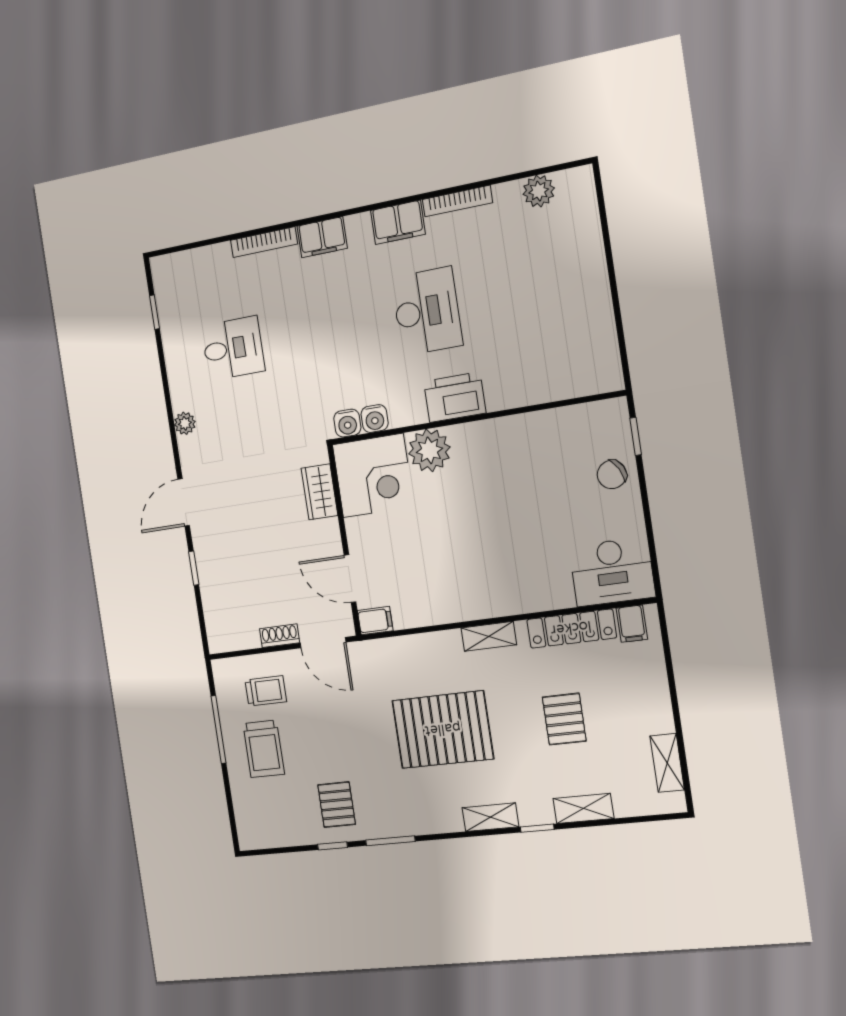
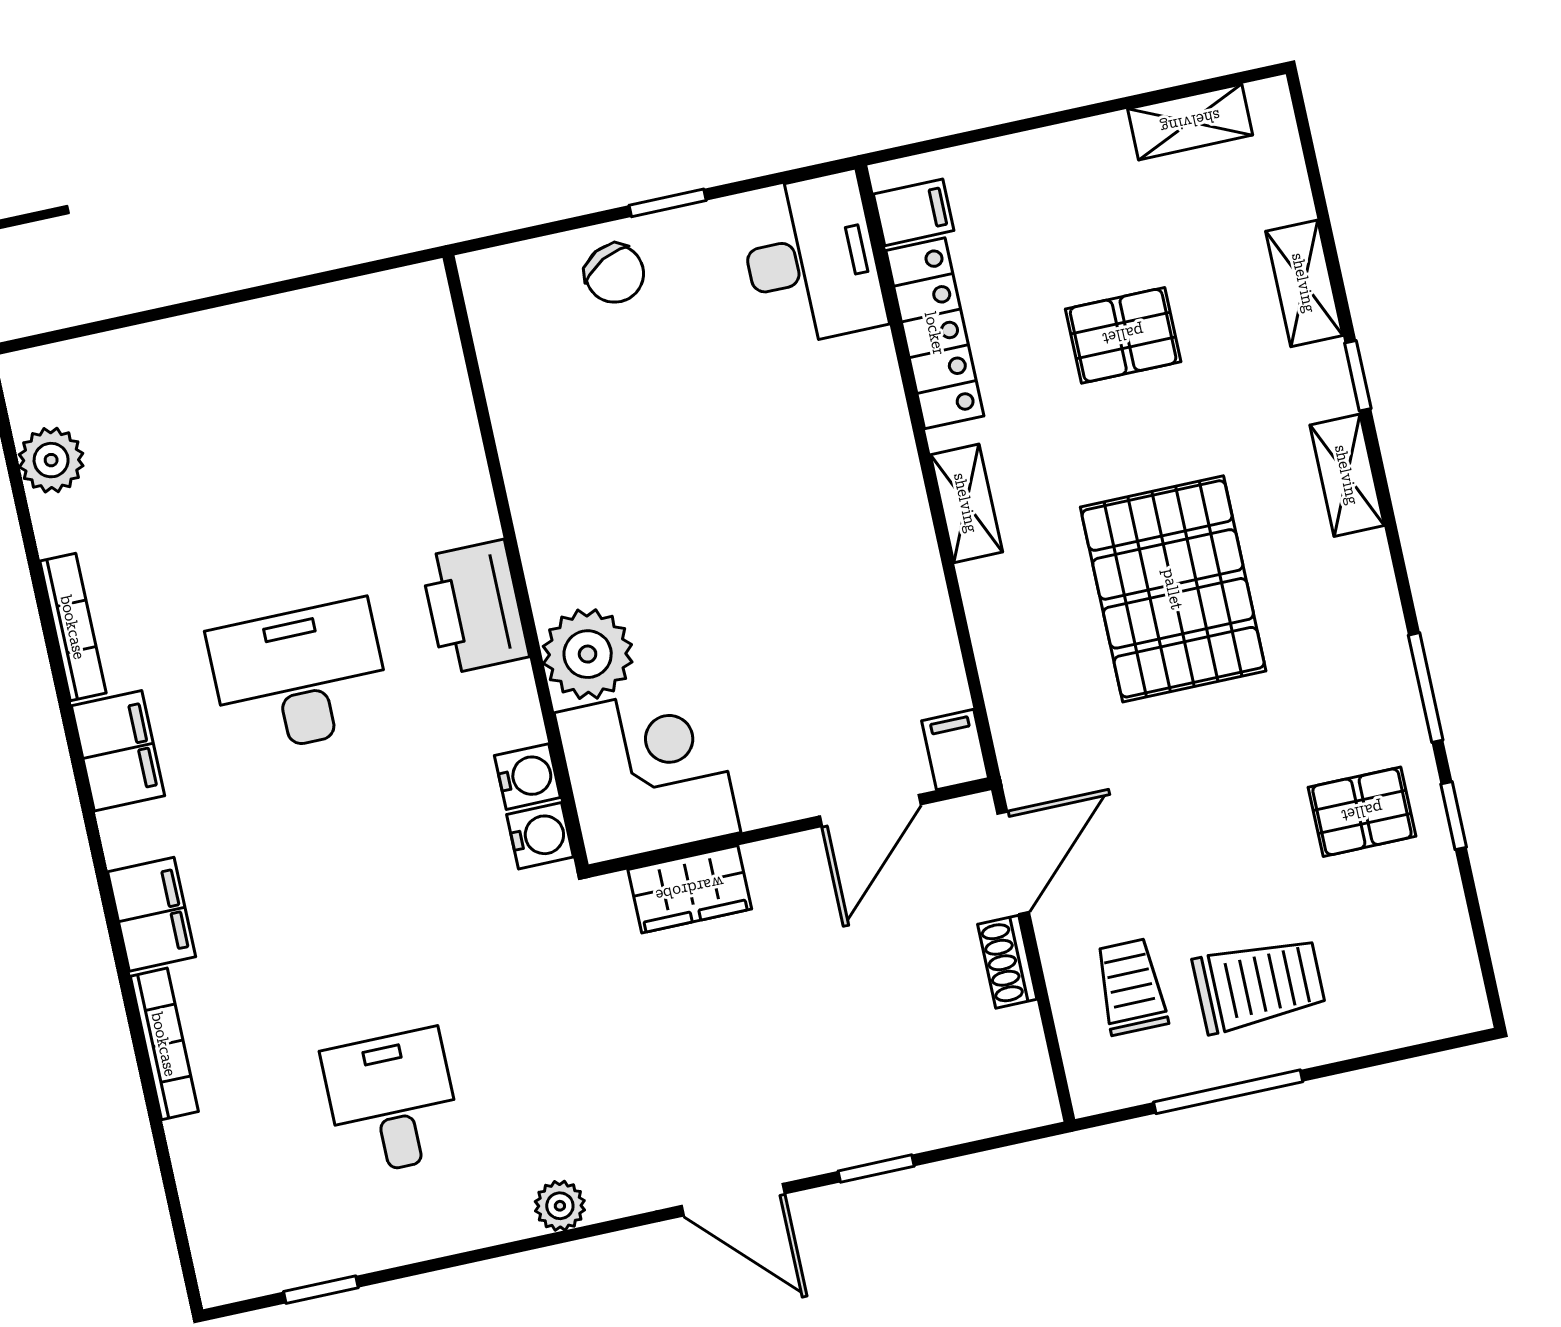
window: (636, 436) -> (668, 203), moved

